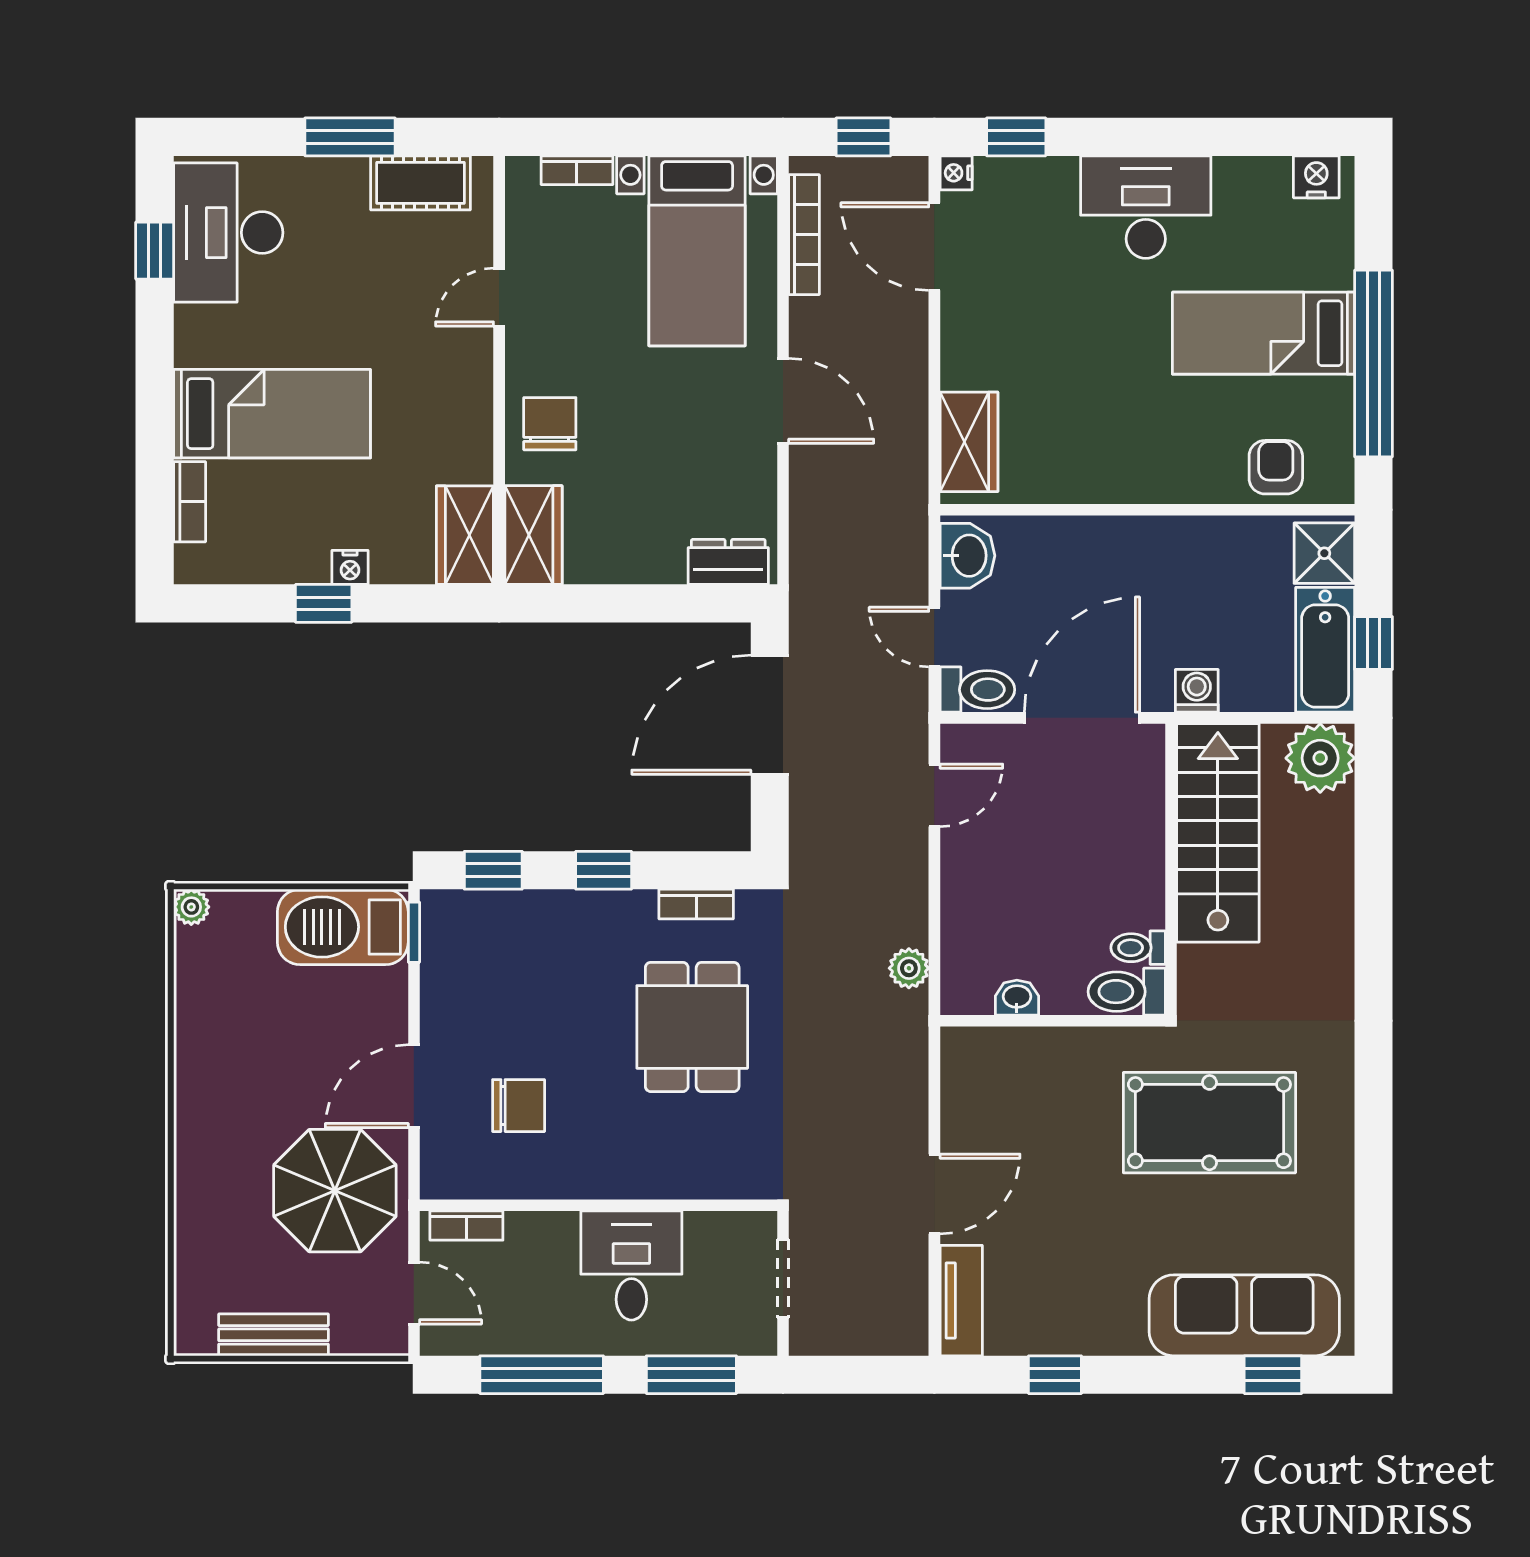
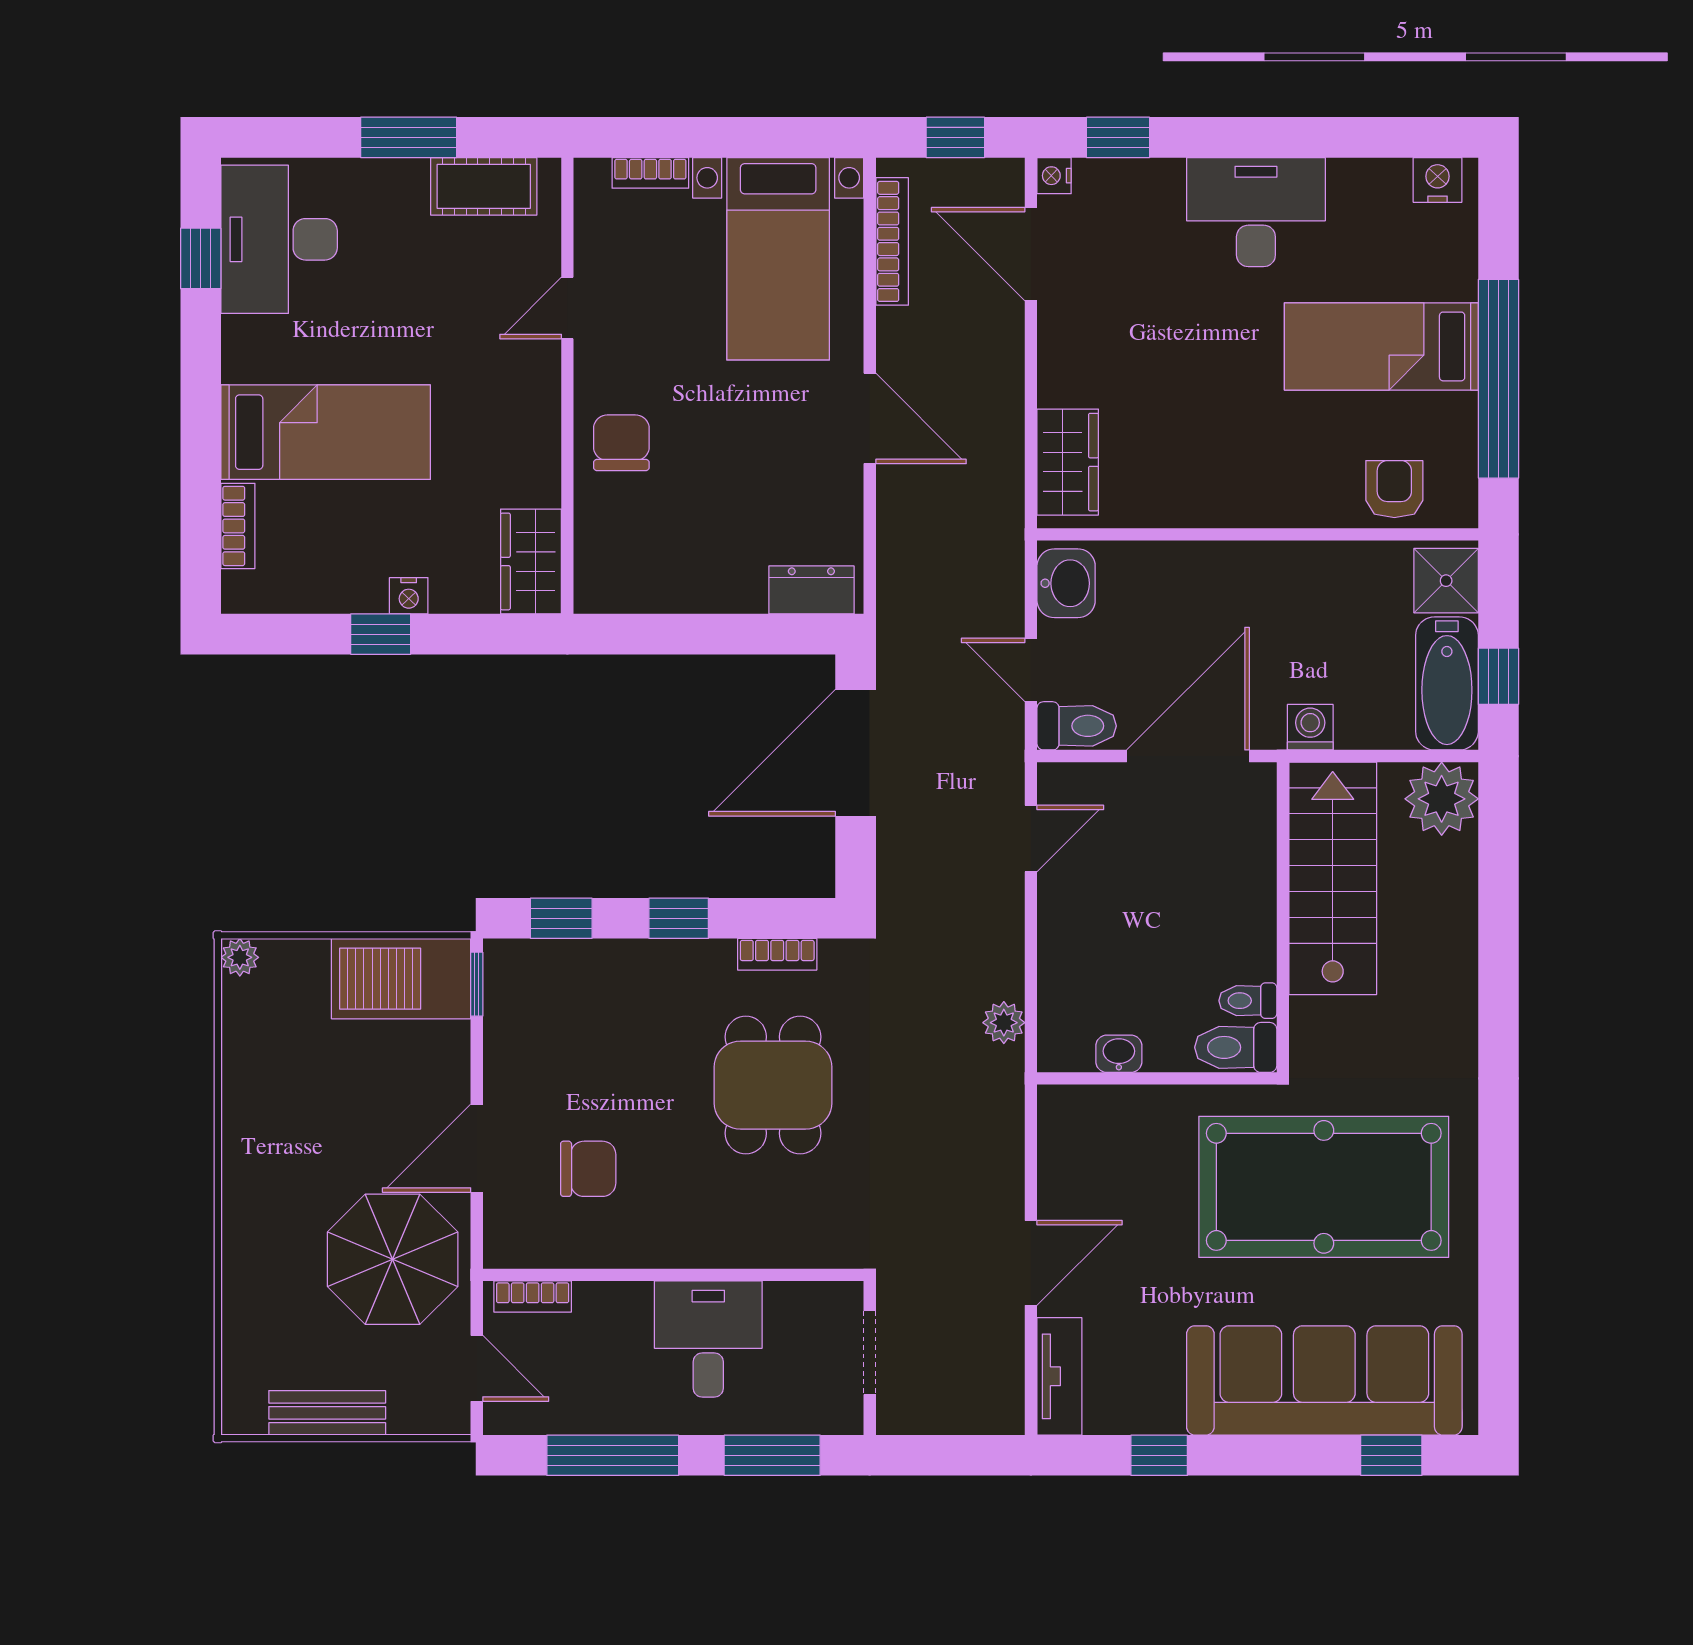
wardrobe: (533, 535) -> (604, 561), removed
pool table: (1209, 1123) -> (1324, 1187), width x1.36, depth x1.32
sofa: (1244, 1315) -> (1324, 1380), width x1.36, depth x1.27

